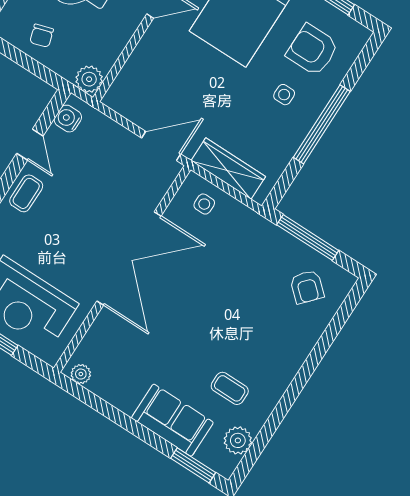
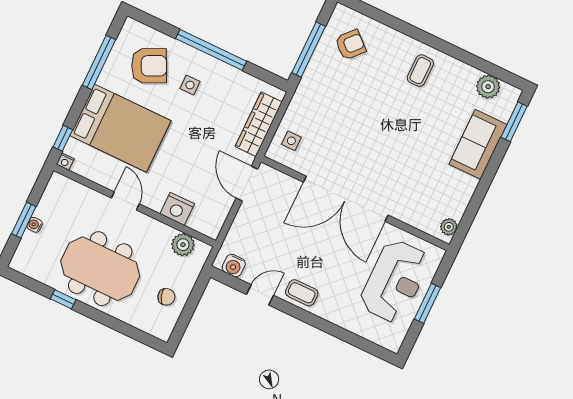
armchair: (312, 50) -> (149, 66), turned -116
nightstand: (142, 61) -> (177, 209), added
plant: (89, 79) -> (183, 245), moved
double door: (129, 259) -> (346, 199), swing flipped
coffee table: (230, 388) -> (420, 71), moved

